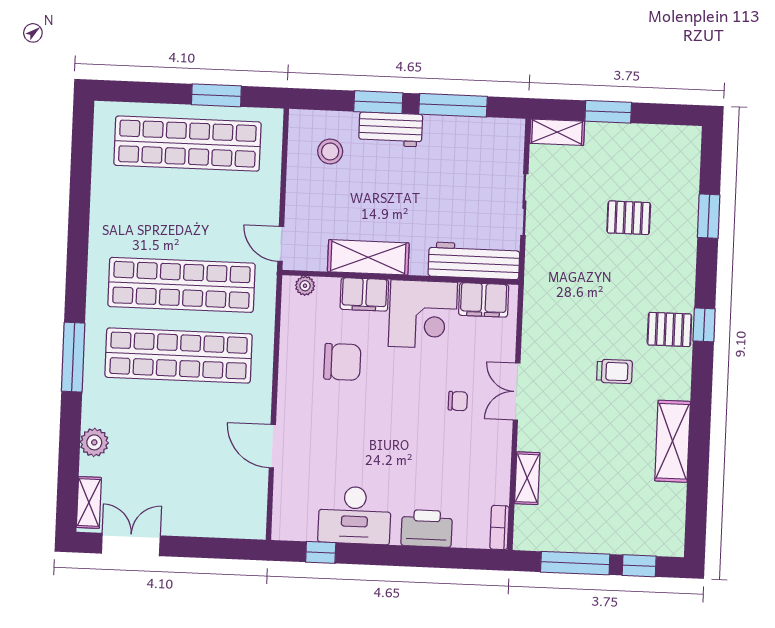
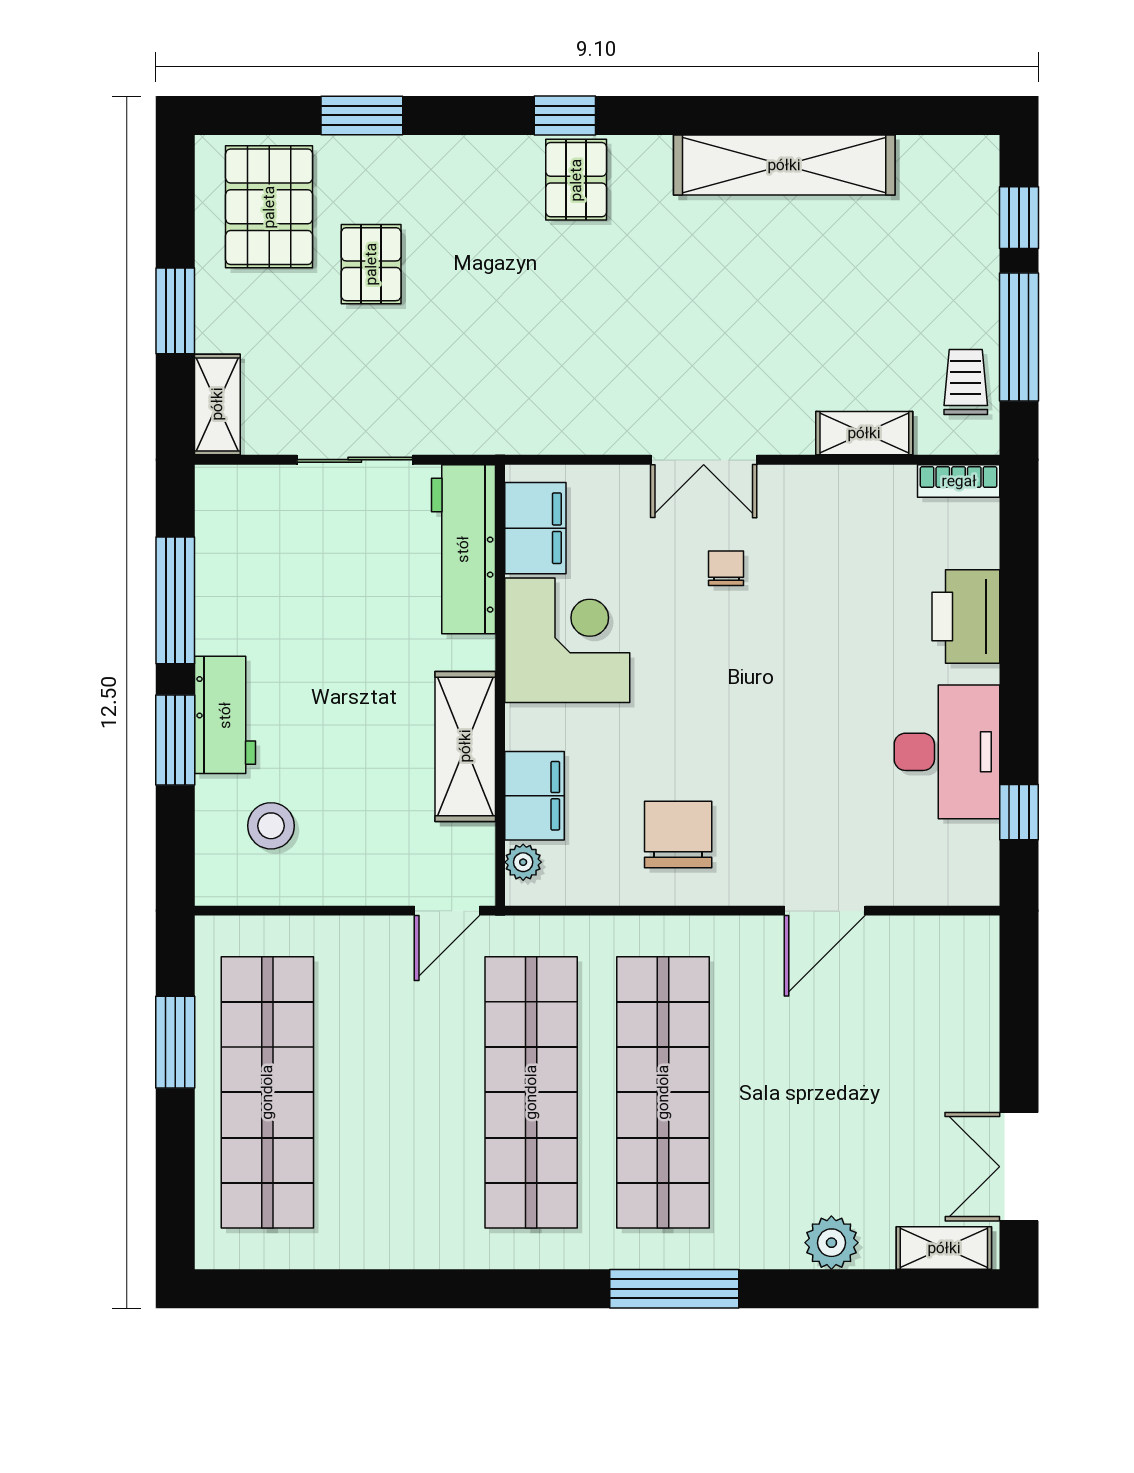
pallet: (662, 164) -> (269, 207), added
filing cabinet: (364, 294) -> (535, 796), moved
chair: (342, 362) -> (678, 834), moved
trolley: (614, 371) -> (966, 382), moved
shelving: (673, 441) -> (784, 165), width x1.47

